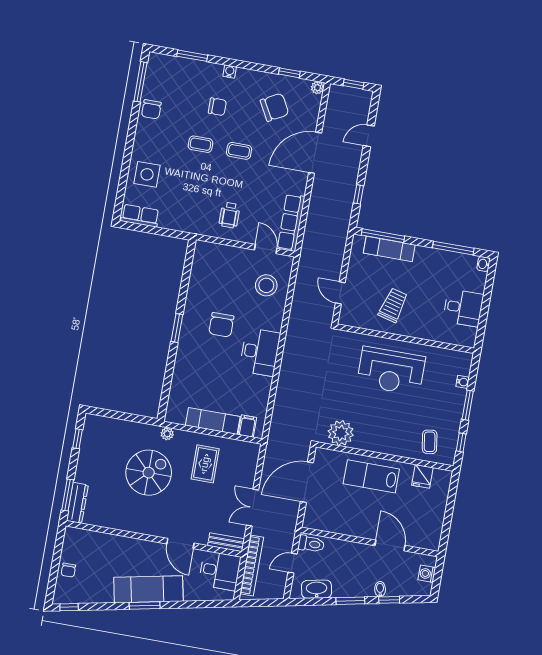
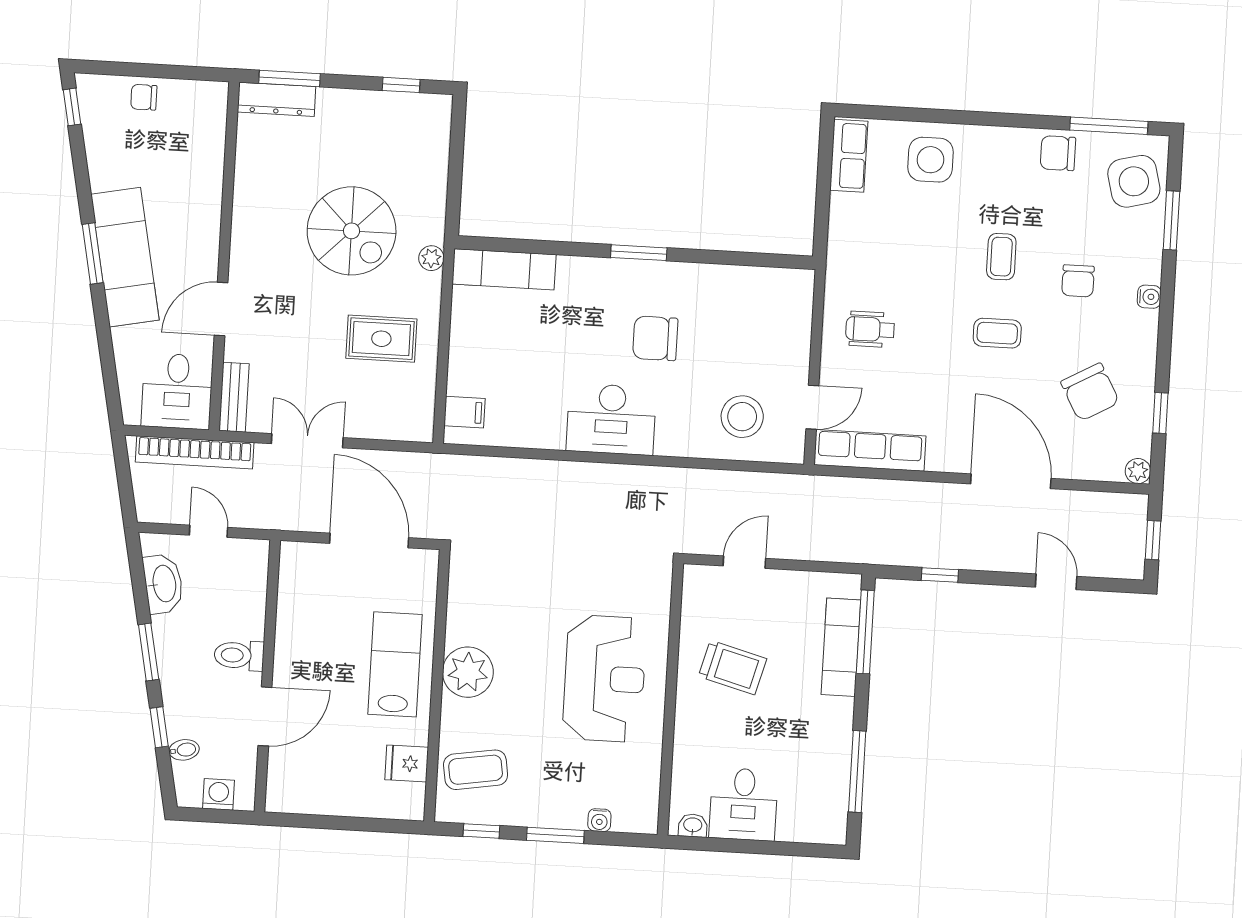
side table: (170, 72) -> (1134, 181), added
coffee table: (239, 151) -> (997, 333), turned 90
washbasin: (483, 264) -> (693, 825), moved
reception desk: (391, 371) -> (604, 679), turned 180
exam couch: (213, 421) -> (504, 269), moved, turned 90
plant: (341, 433) -> (468, 672), moved
coffee table: (430, 442) -> (476, 770), width x1.36, depth x1.30
toilet: (311, 544) -> (239, 655), moved, turned 90
bidet: (380, 589) -> (184, 750), moved

